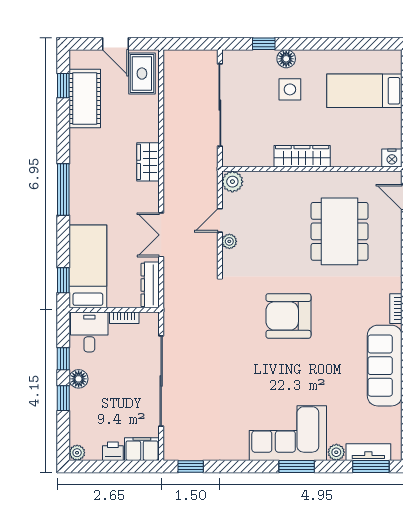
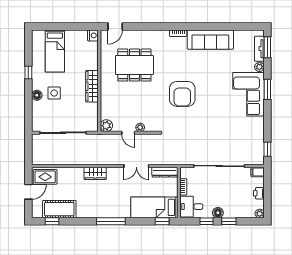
window: (264, 44) -> (28, 72), moved
filing cabinet: (142, 449) -> (258, 172), width x0.50

